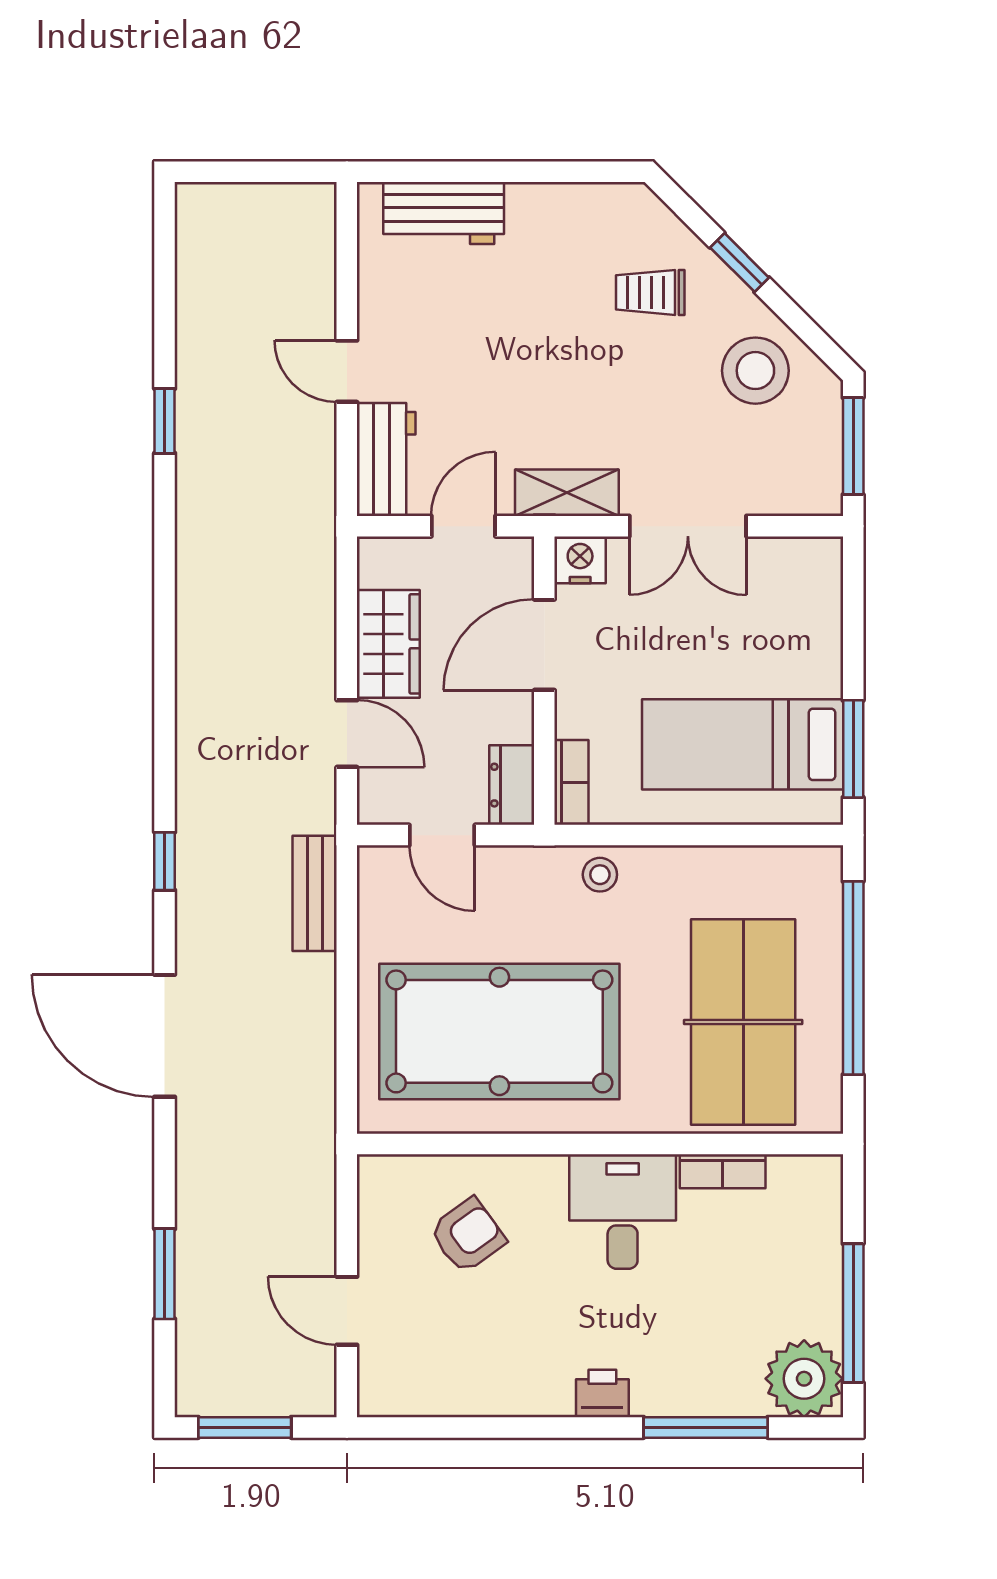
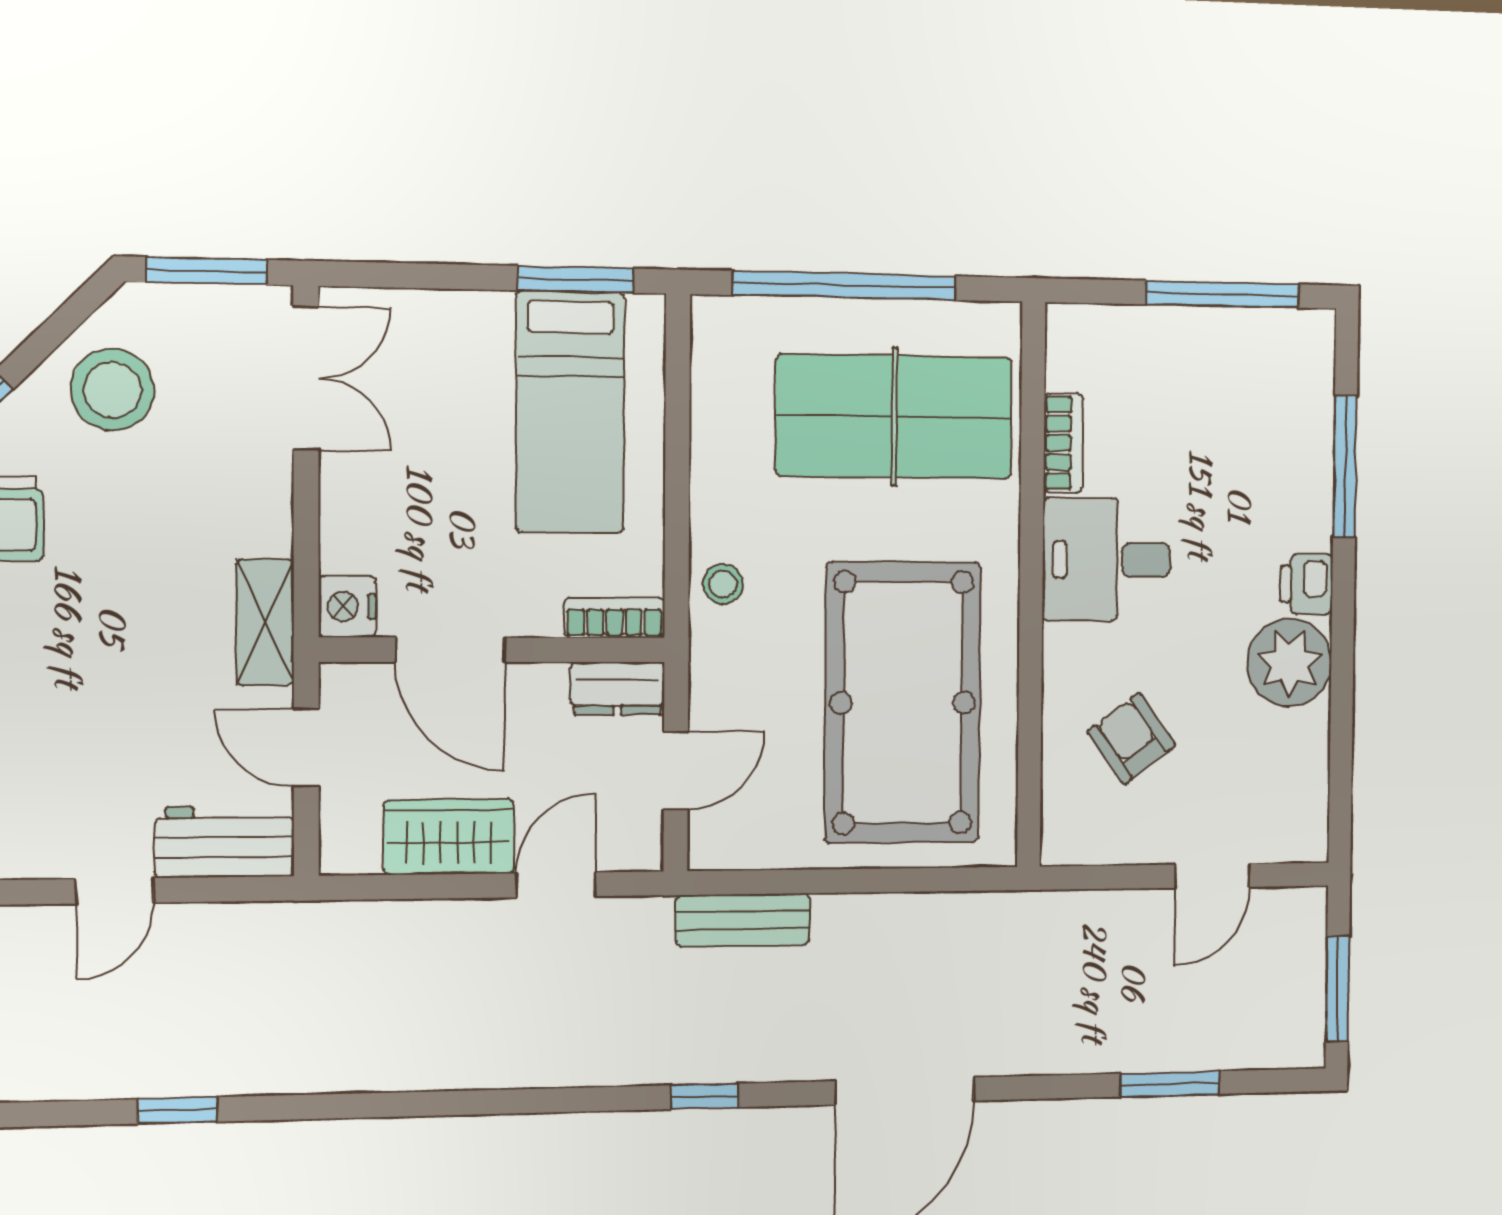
double door: (688, 526) -> (306, 378), moved
plant: (804, 1379) -> (1289, 663), moved

